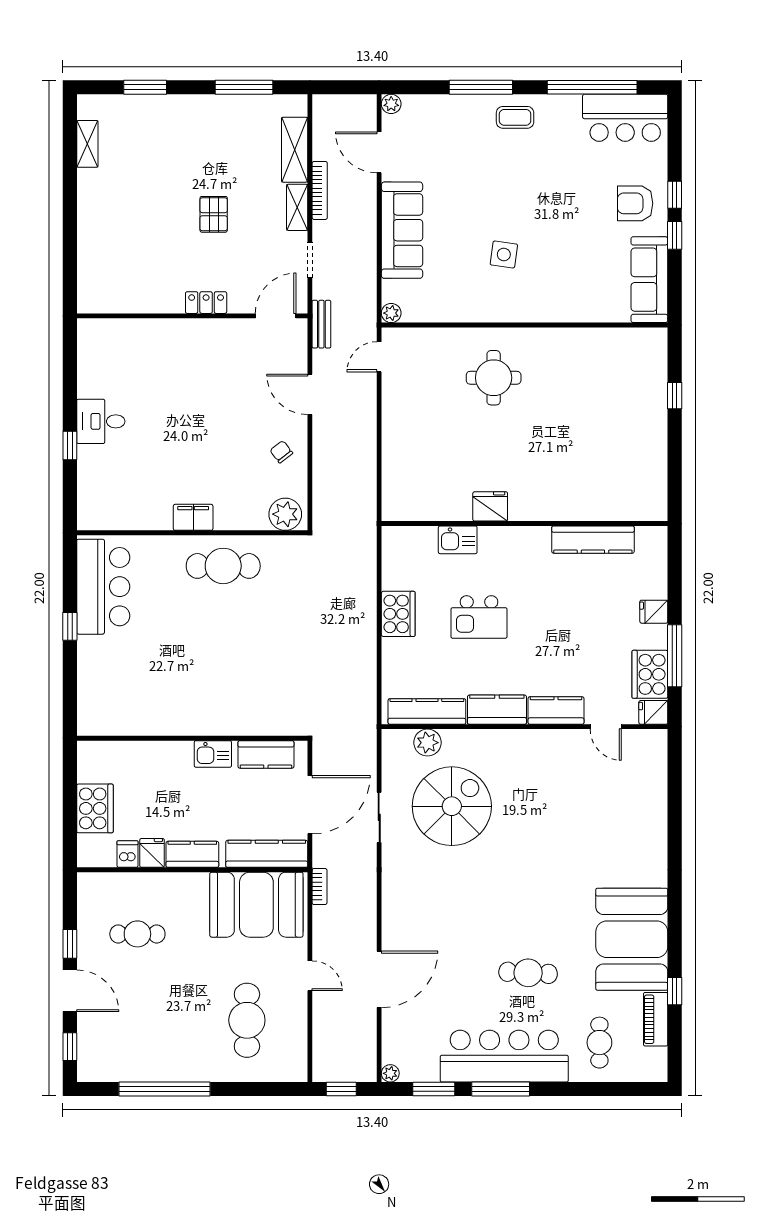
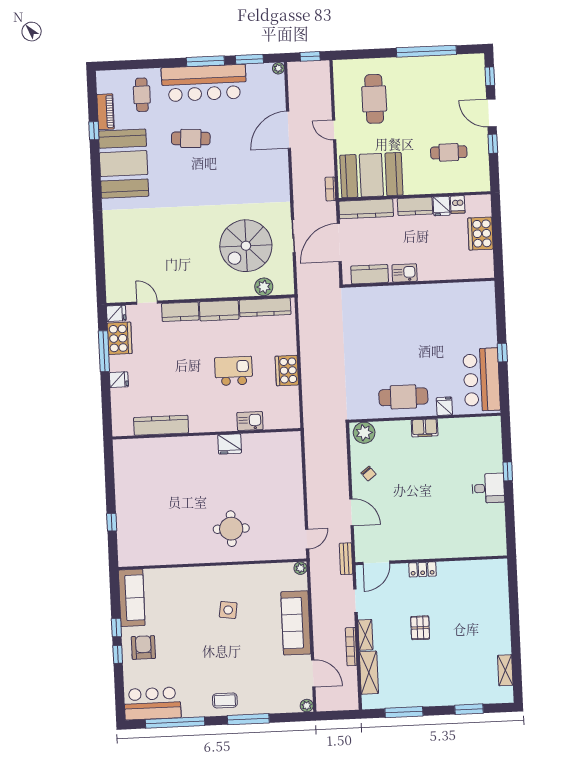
armchair: (635, 203) -> (143, 648), turned -90
fridge: (162, 549) -> (444, 406), added

